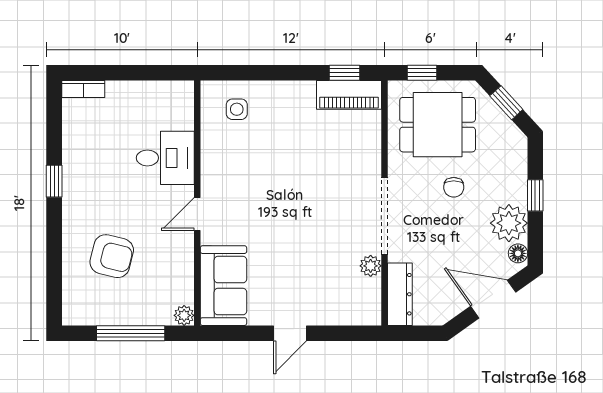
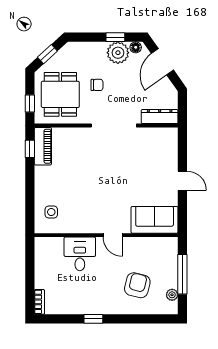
window: (535, 195) -> (115, 37), moved
plant: (371, 266) -> (143, 134), removed
plant: (184, 315) -> (172, 295), moved

